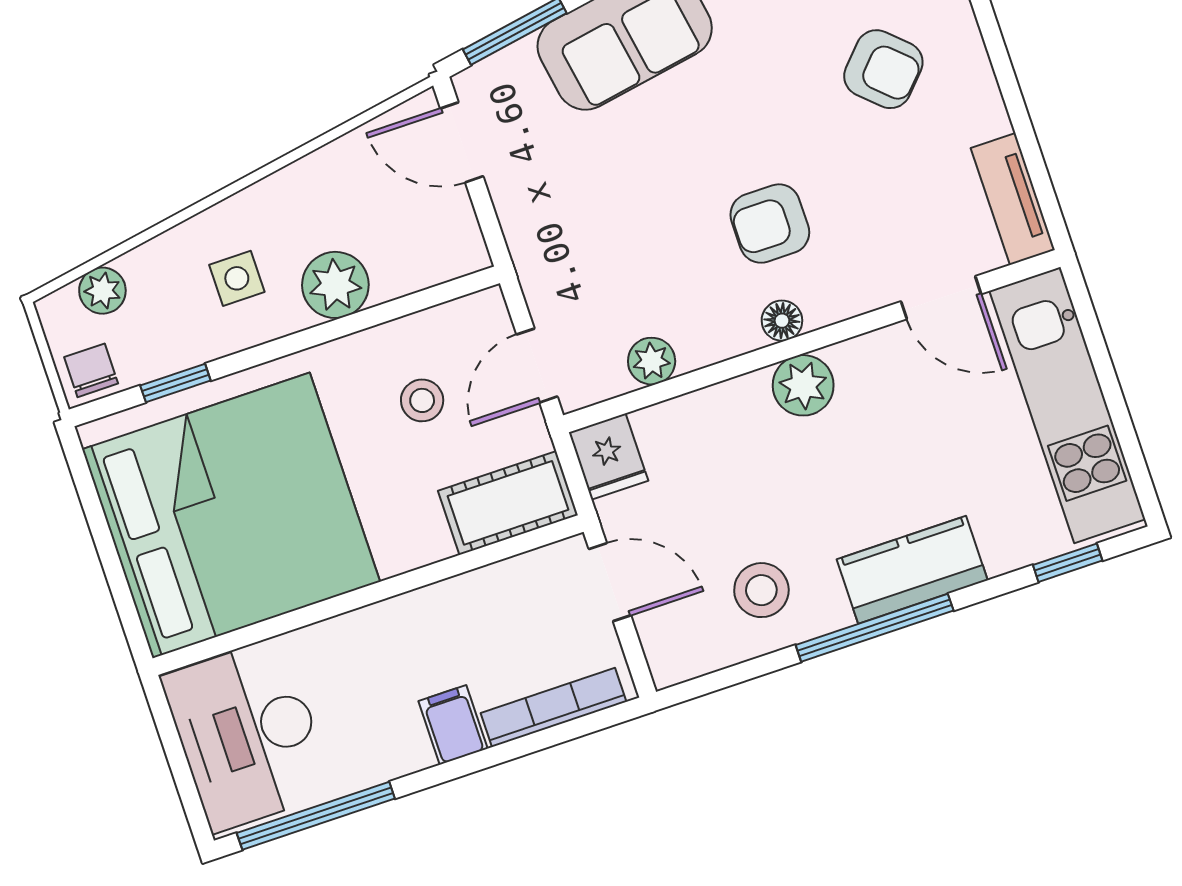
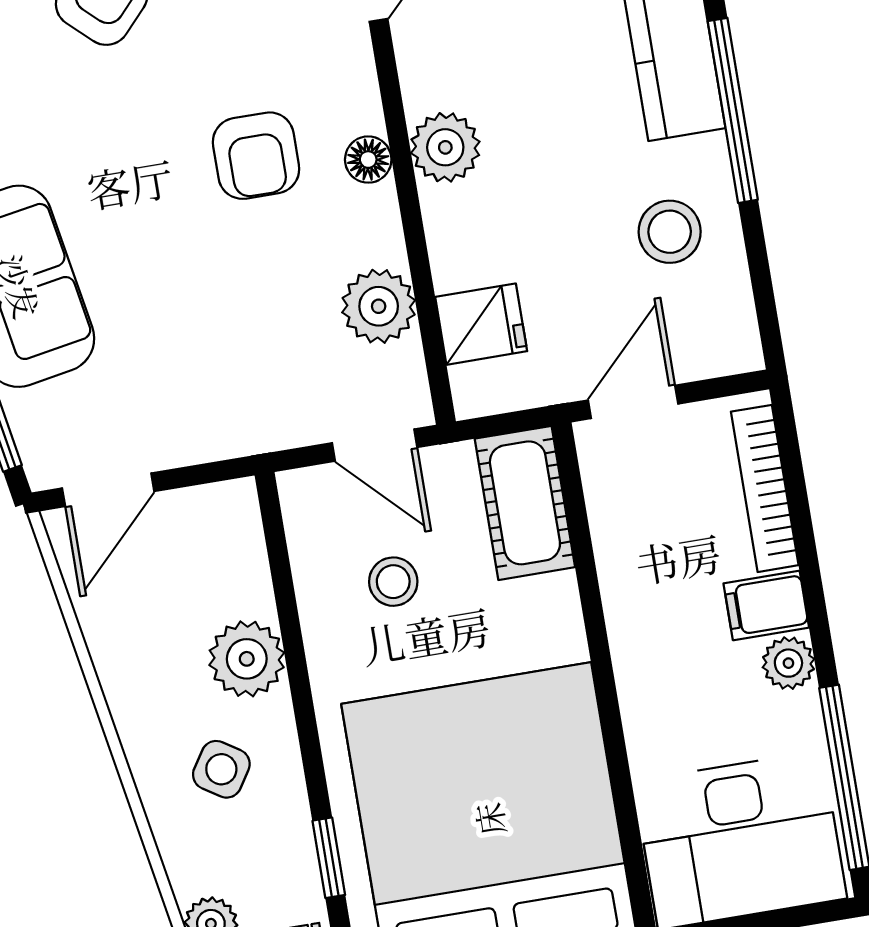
side table: (237, 278) -> (221, 769), turned 33
plant: (652, 361) -> (379, 306), width x1.38, depth x1.38
fridge: (608, 457) -> (481, 324), moved
plant: (406, 752) -> (788, 663), added

